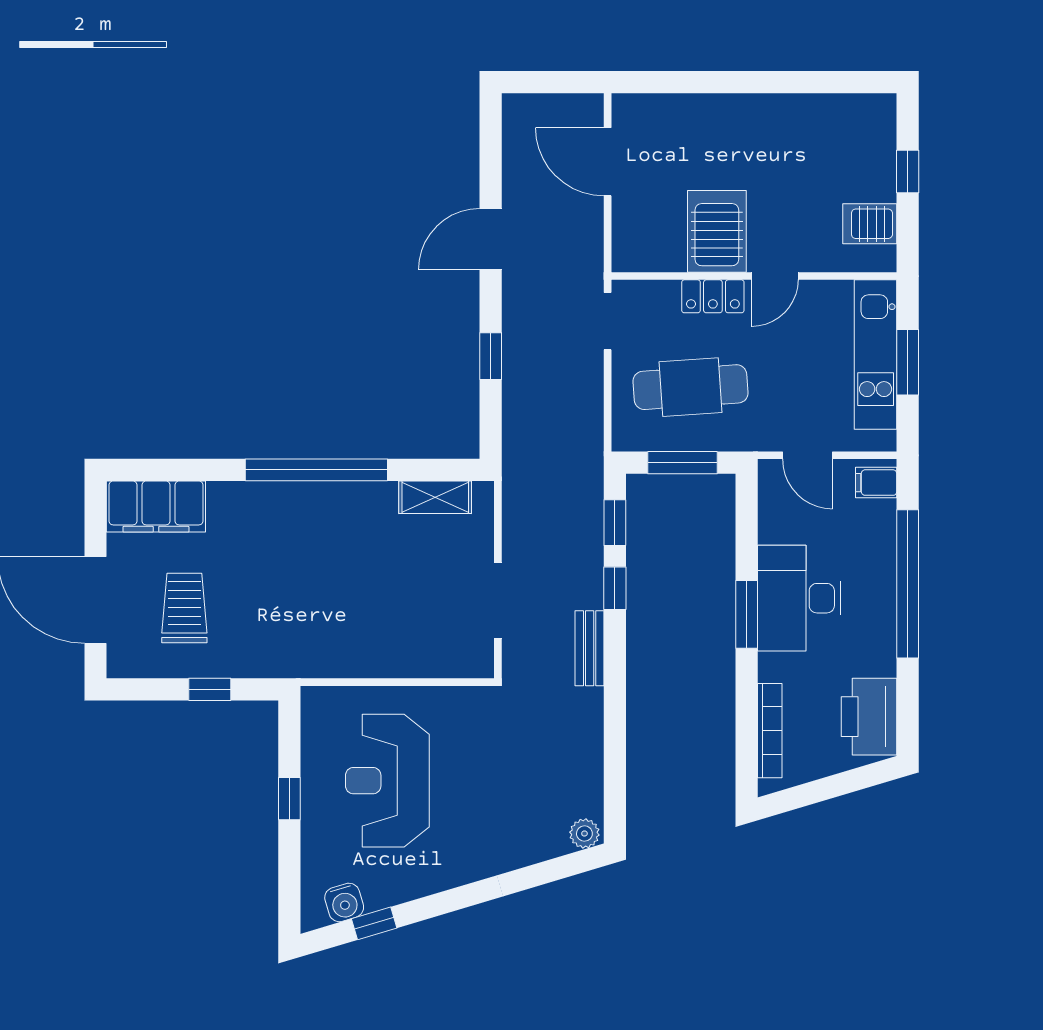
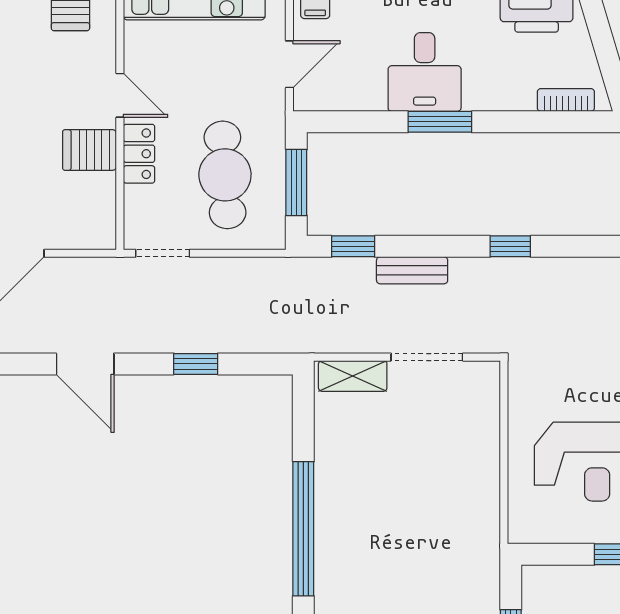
server rack: (717, 231) -> (89, 150), width x0.73, depth x0.70
shelving: (435, 497) -> (353, 376), moved, turned 90
window: (615, 588) -> (510, 246), moved
desk: (799, 598) -> (425, 72), width x0.73
bench: (590, 648) -> (412, 270), moved
bookcase: (770, 731) -> (566, 100), width x0.64

